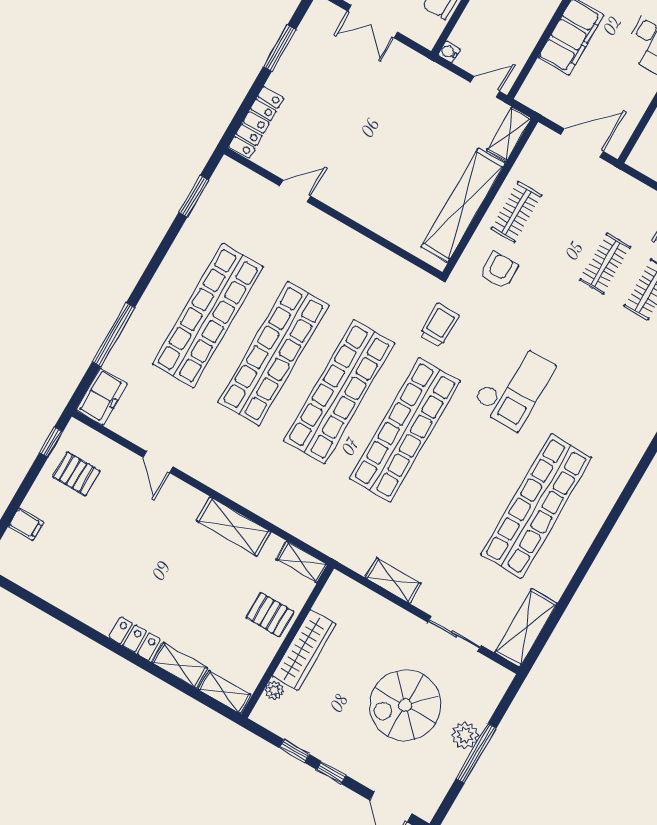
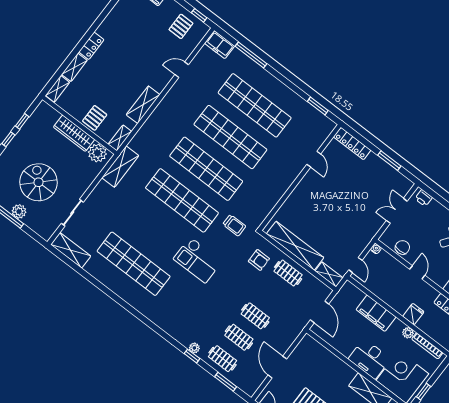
shelving: (393, 581) -> (120, 167), moved, width x1.50, depth x1.33
plant: (274, 690) -> (97, 153), moved, width x1.88, depth x1.88

